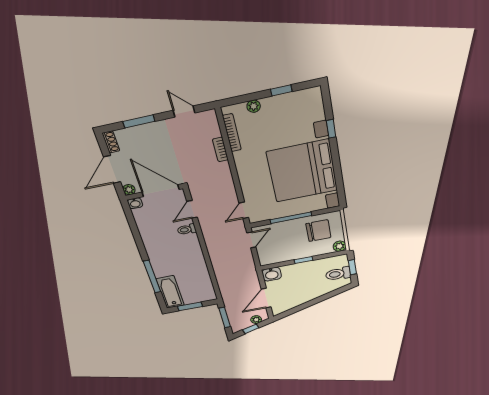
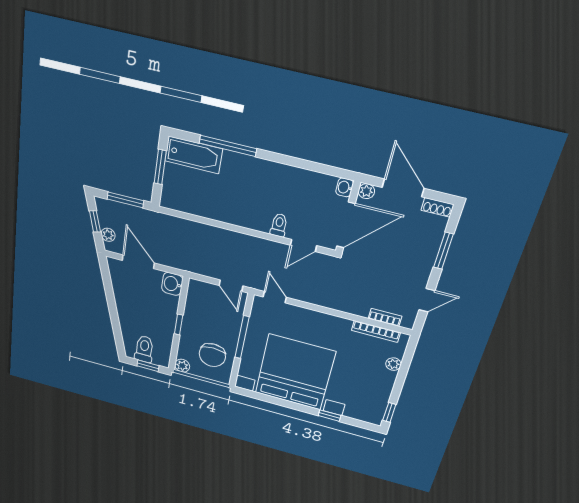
window: (281, 90) -> (389, 412), moved
bookcase: (220, 149) -> (385, 317), moved
door: (192, 209) -> (303, 245), swing flipped

